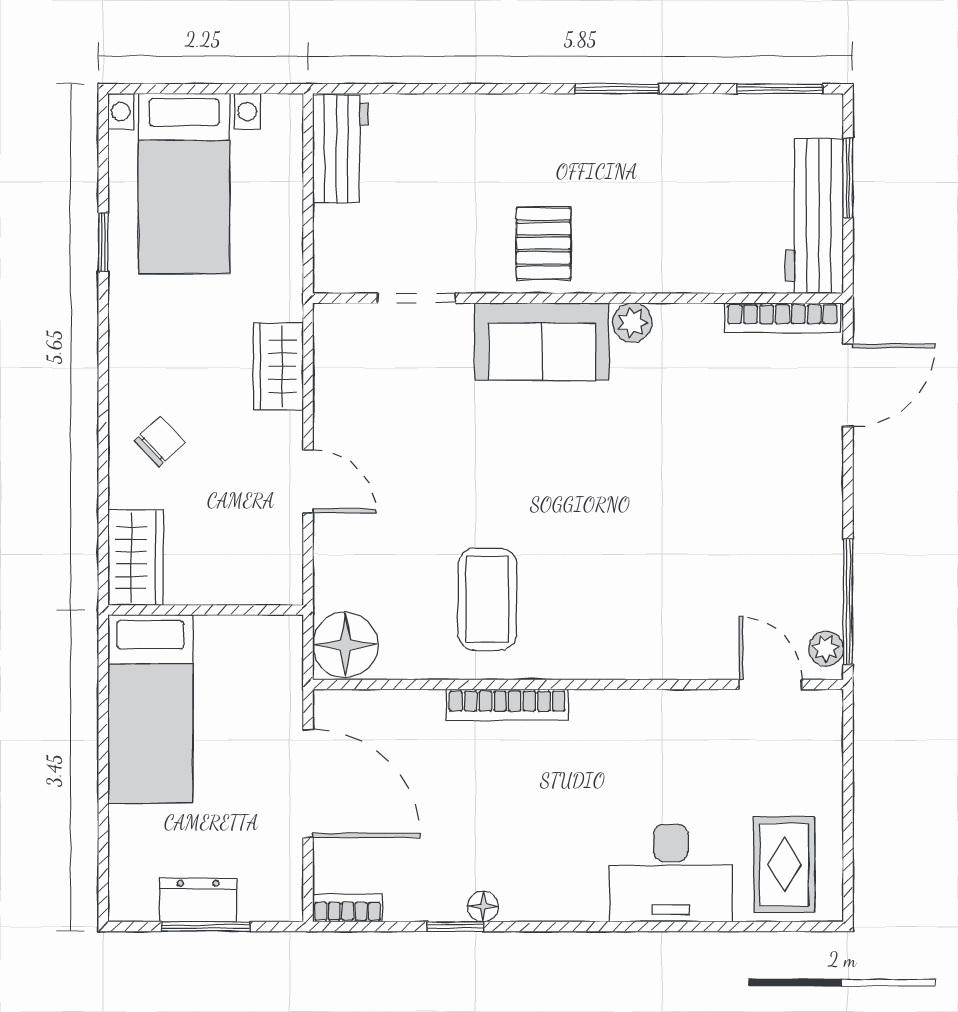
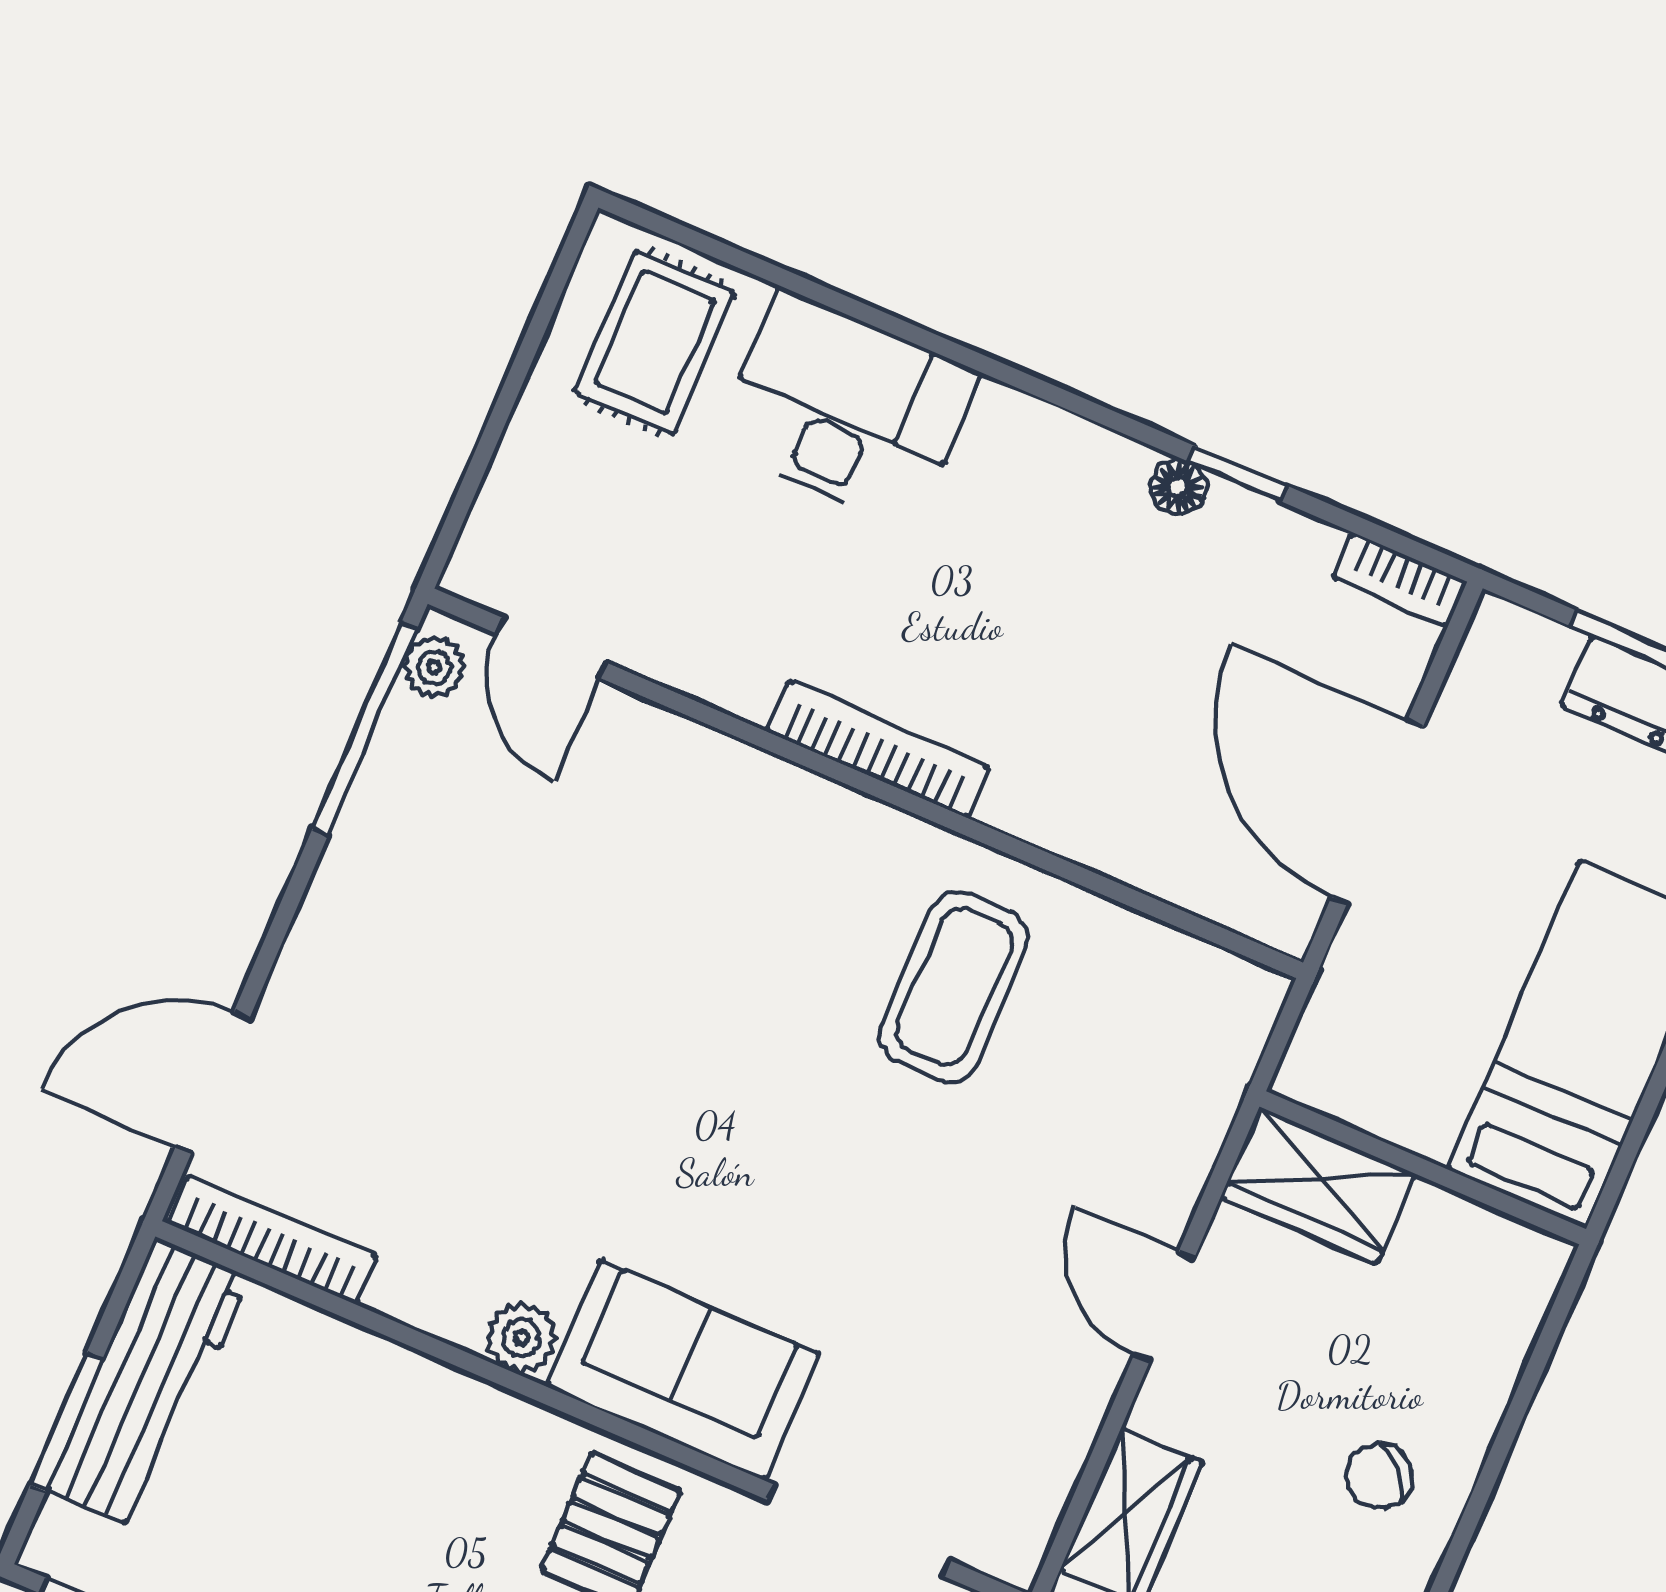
doorway: (416, 298) -> (858, 1530), width x1.38
wardrobe: (136, 558) -> (1318, 1186), moved, turned -90
floor lamp: (345, 645) -> (1218, 1012), removed
bookcase: (507, 705) -> (878, 749), moved

